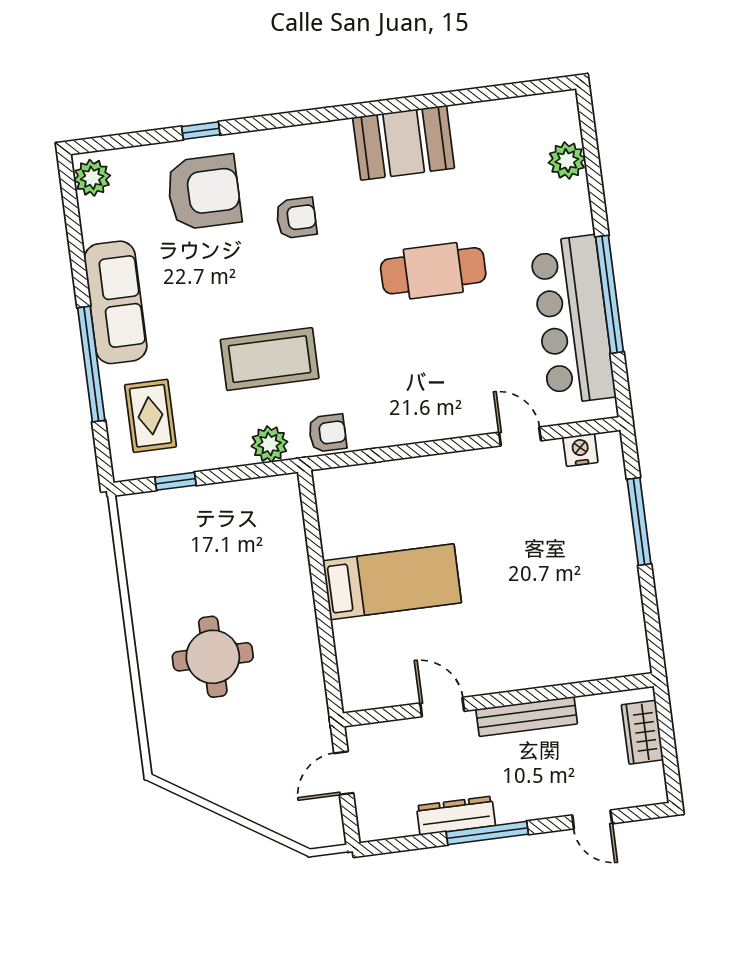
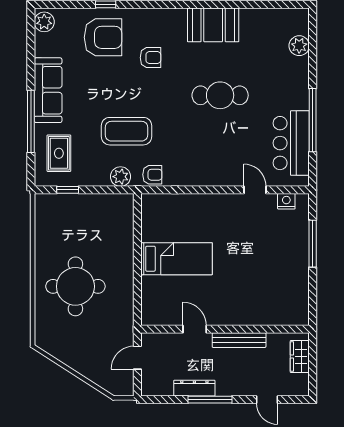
bar counter: (573, 320) -> (291, 143), width x0.73
round table: (213, 657) -> (75, 286), width x1.36, depth x1.36

